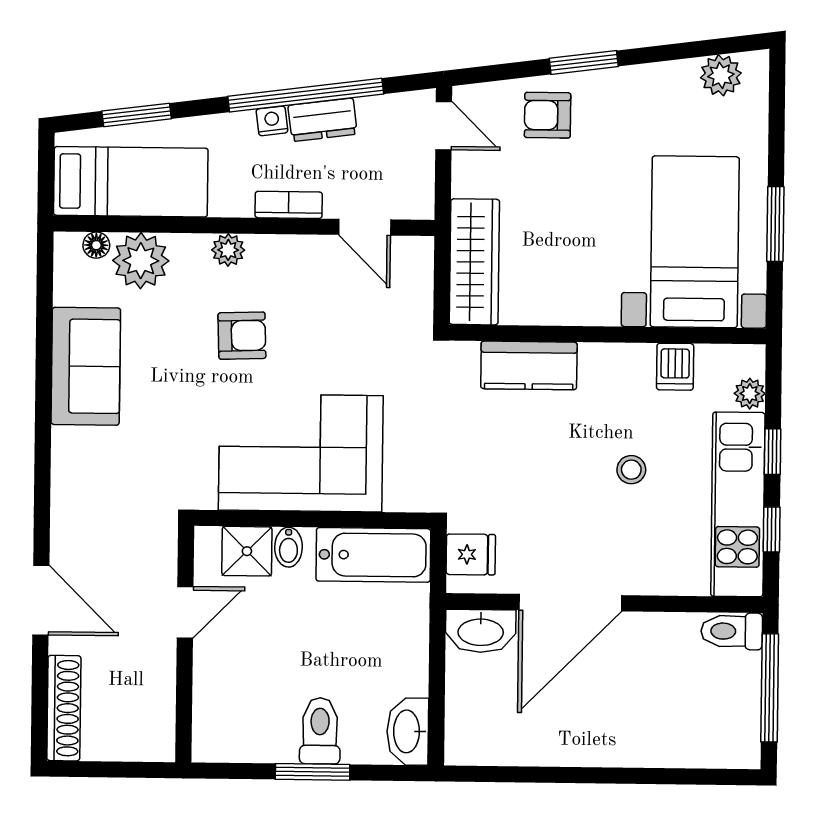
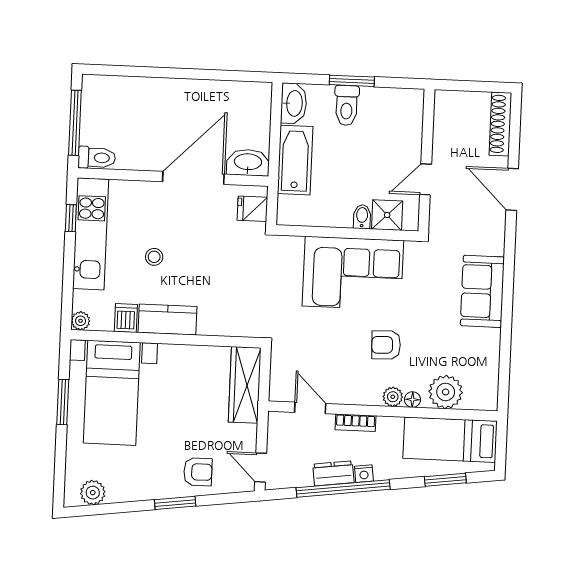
floor lamp: (96, 245) -> (412, 400), moved
kitchen counter: (529, 365) -> (168, 320), moved
sofa: (86, 366) -> (482, 291), moved
plant: (750, 394) -> (81, 321), moved
window: (773, 452) -> (69, 265), removed
bathtub: (373, 555) -> (295, 160), moved, turned 90

